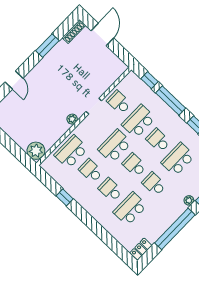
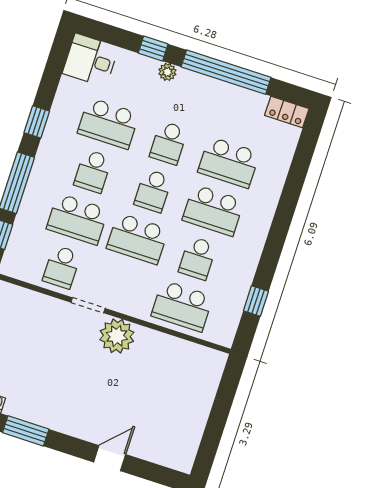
plant: (72, 119) -> (117, 336), width x1.88, depth x1.88
plant: (36, 151) -> (209, 365), removed
school desk: (110, 190) -> (213, 210), width x1.85
window: (65, 197) -> (256, 301), moved

